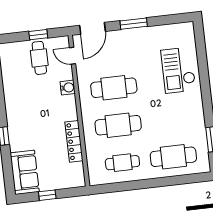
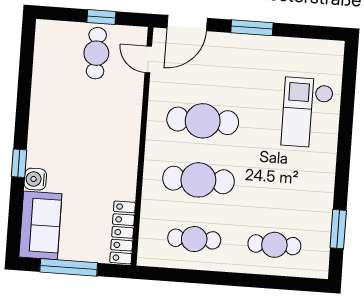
water cooler: (68, 88) -> (35, 179), moved, turned 180
locker: (74, 141) -> (123, 232), moved
cafe table: (173, 157) -> (274, 245), width x0.73, depth x0.74
window: (47, 195) -> (69, 267), width x2.17

